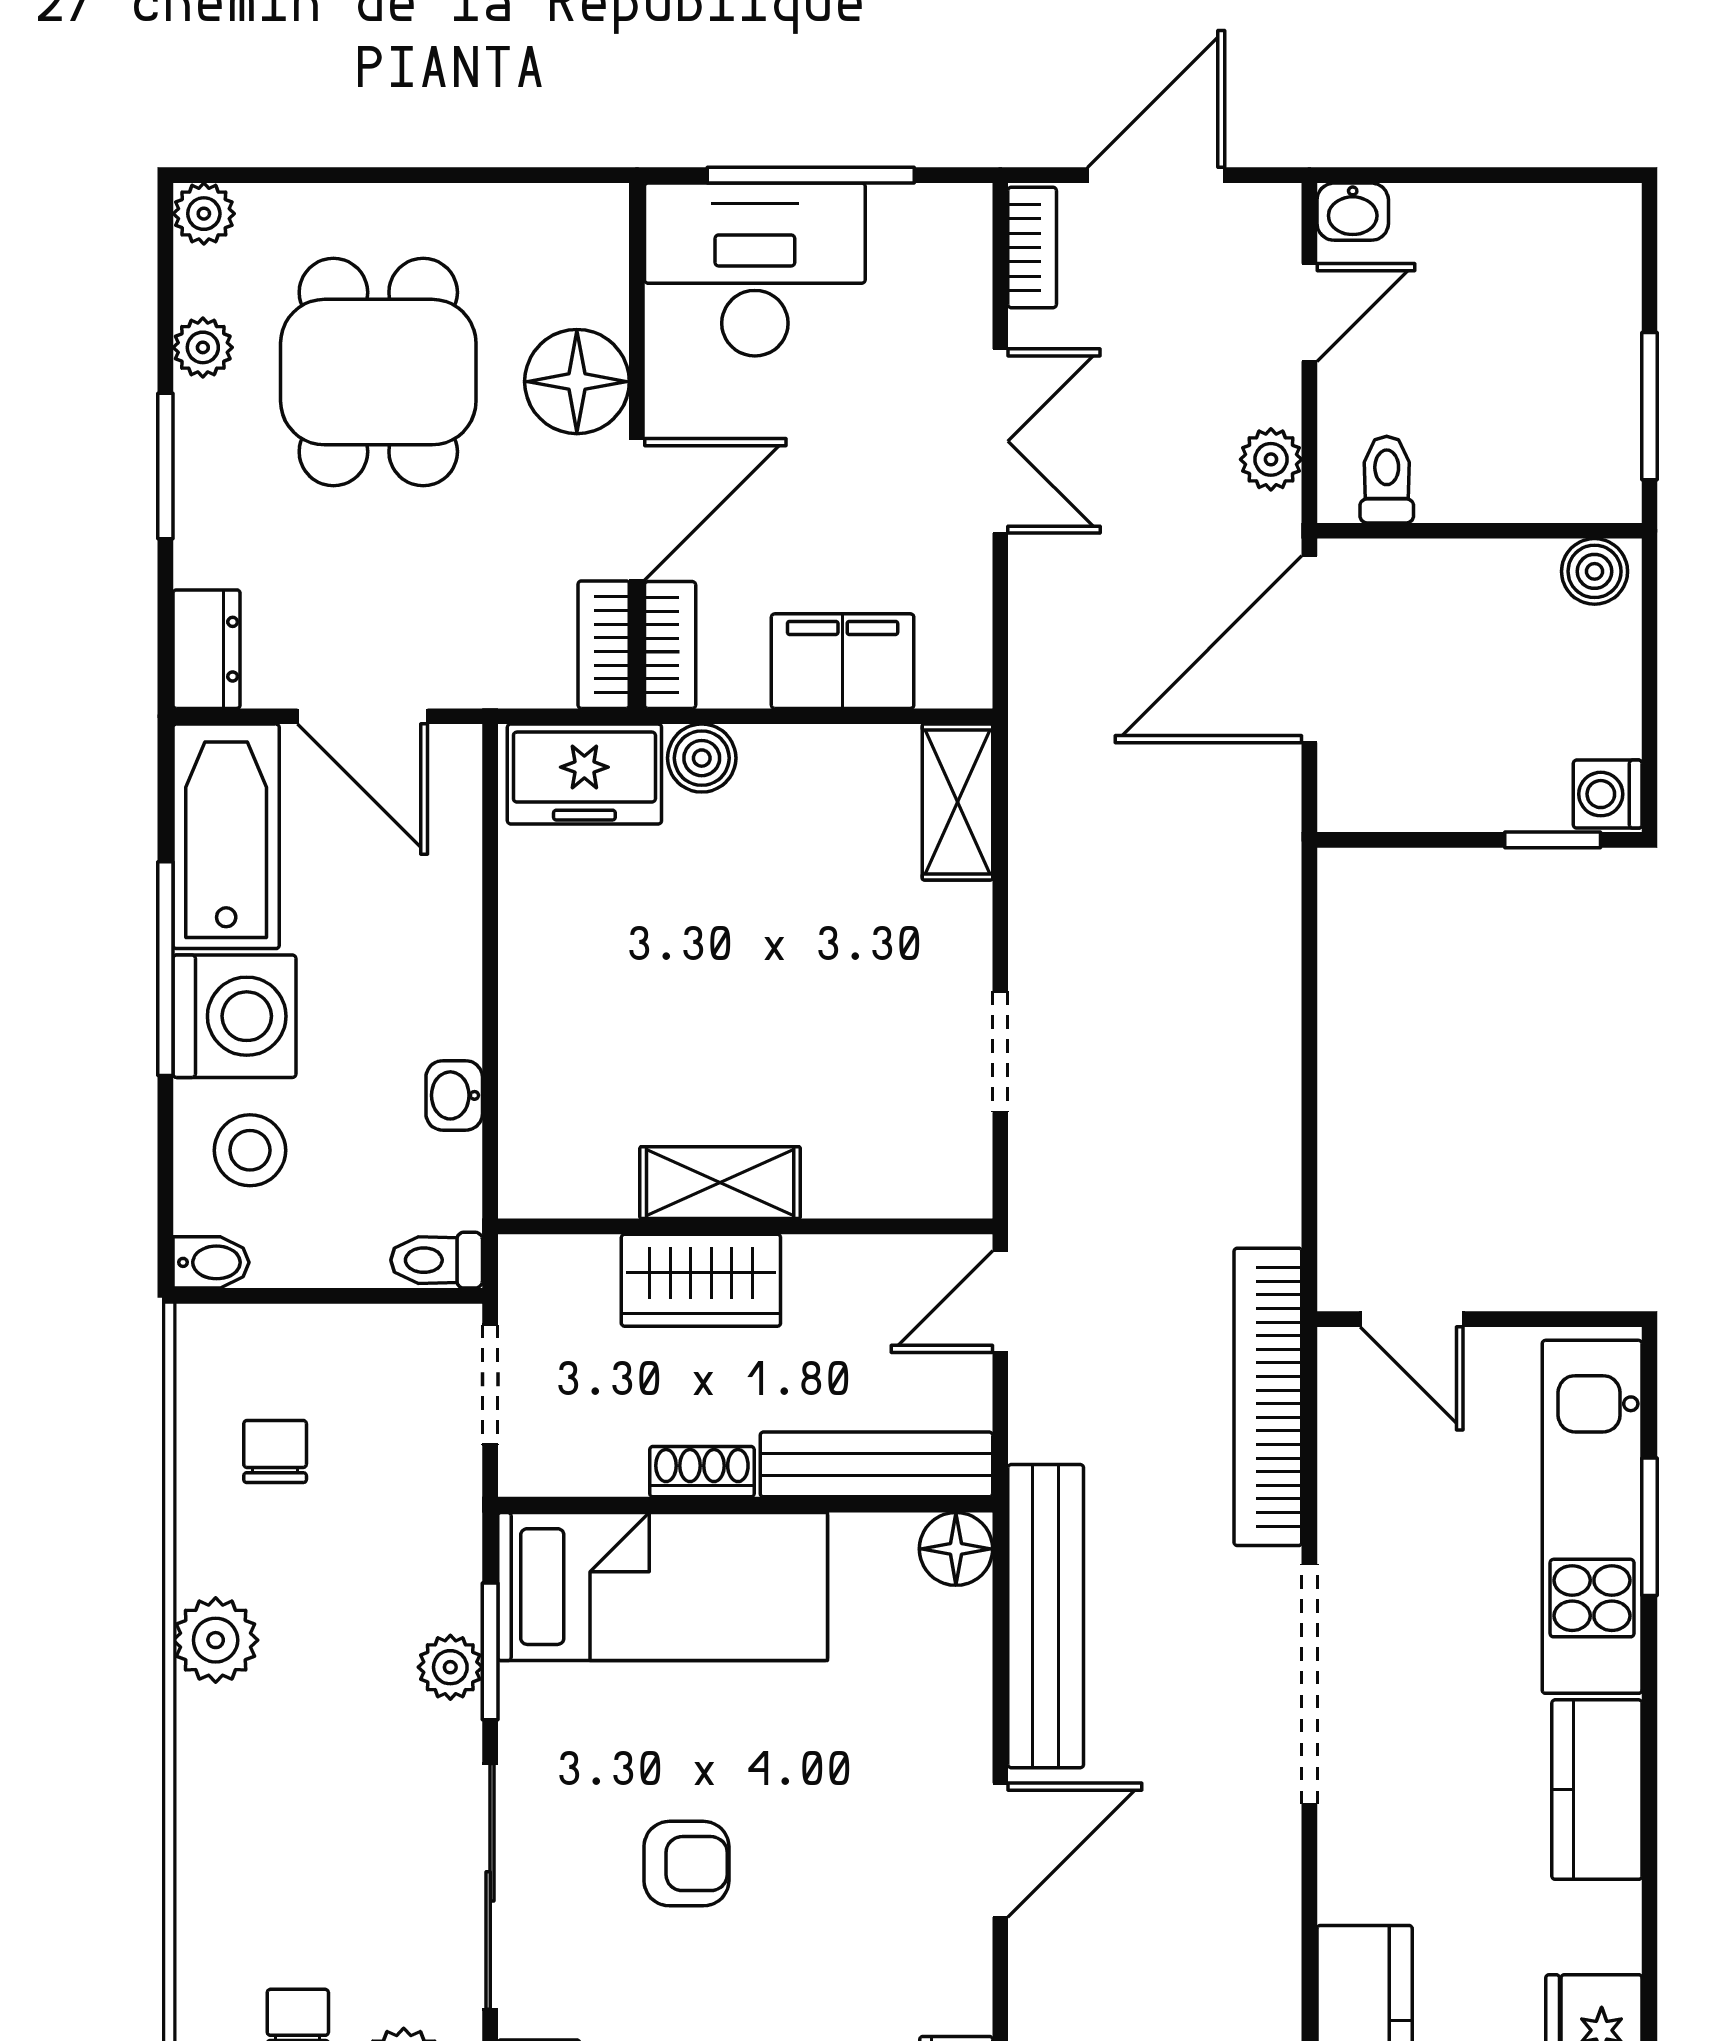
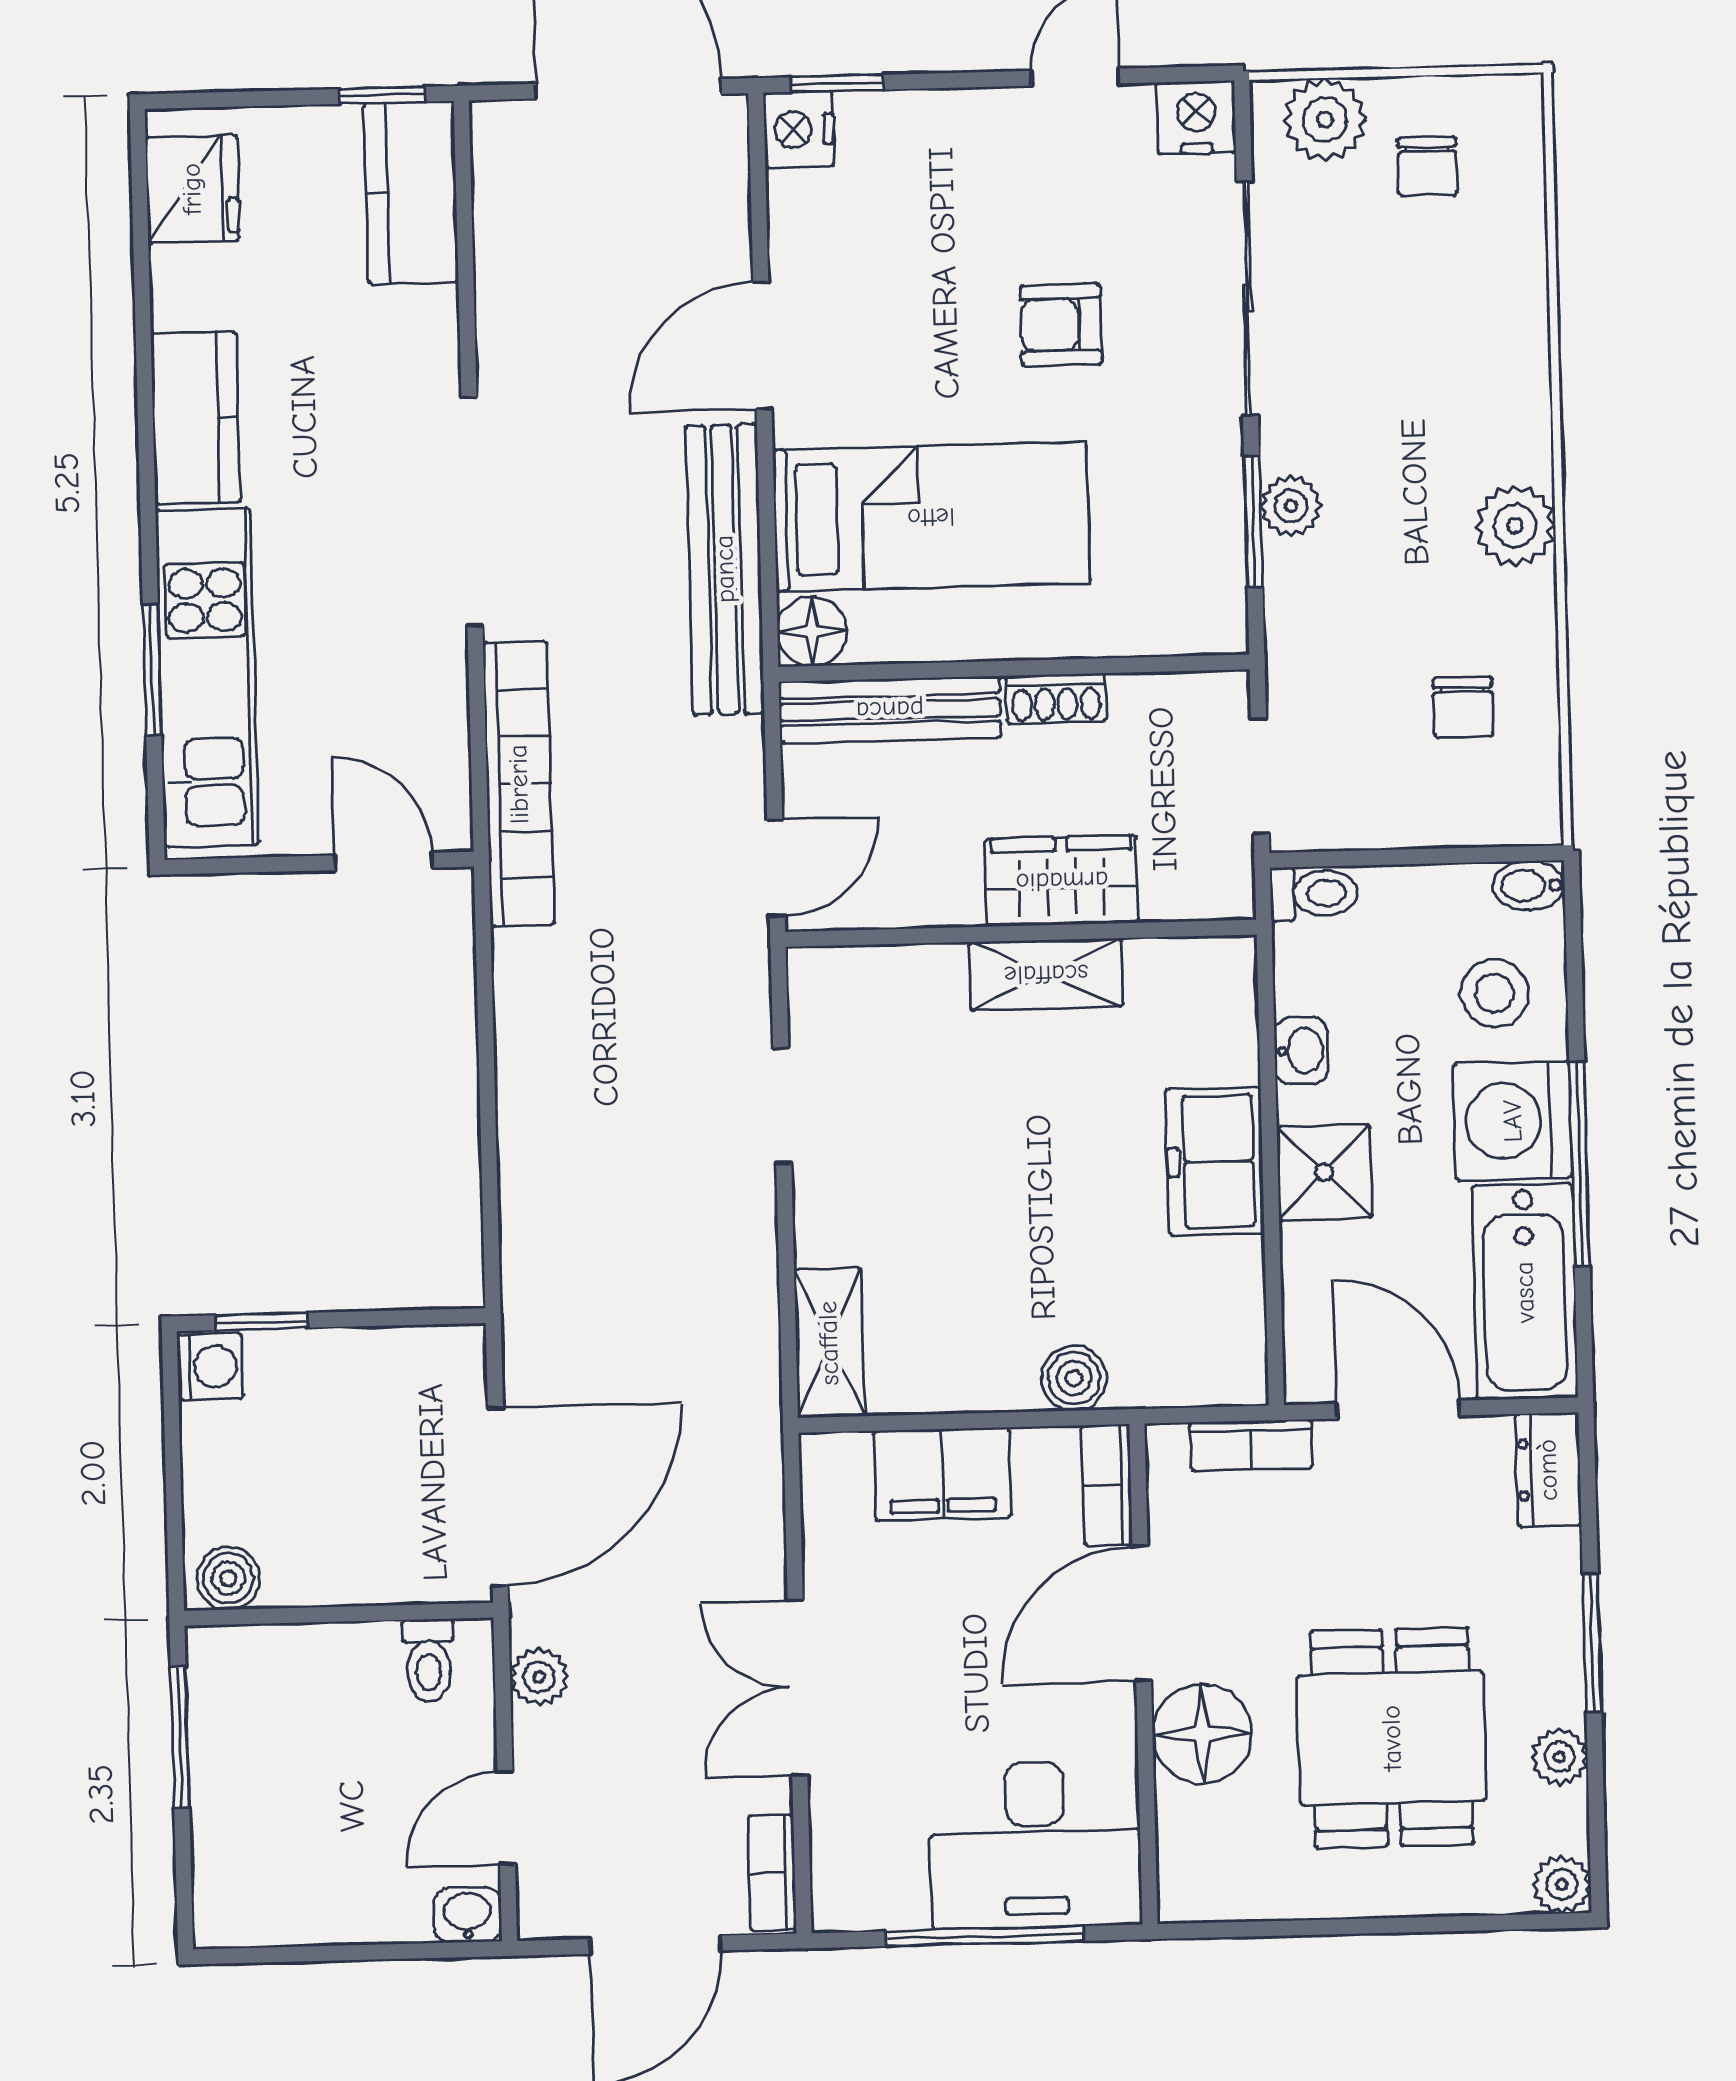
bookcase: (604, 645) -> (1251, 1445), moved, turned 90
freezer: (584, 774) -> (1215, 1161), moved, turned -90
shower: (433, 967) -> (1324, 1172), added
bed: (663, 1587) -> (931, 517), moved, turned 180

